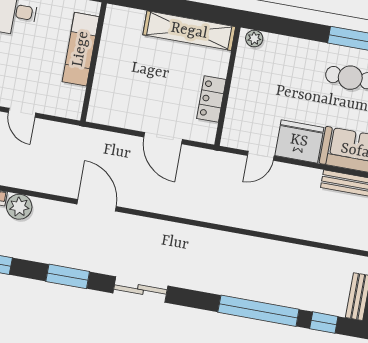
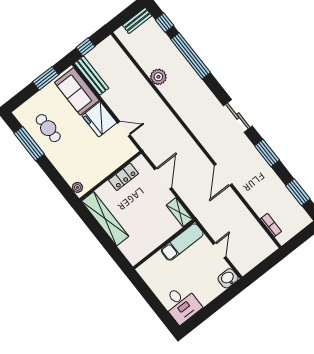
exam couch: (81, 49) -> (182, 242), moved
shelving: (109, 116) -> (180, 212), added
plant: (19, 207) -> (158, 77), moved

